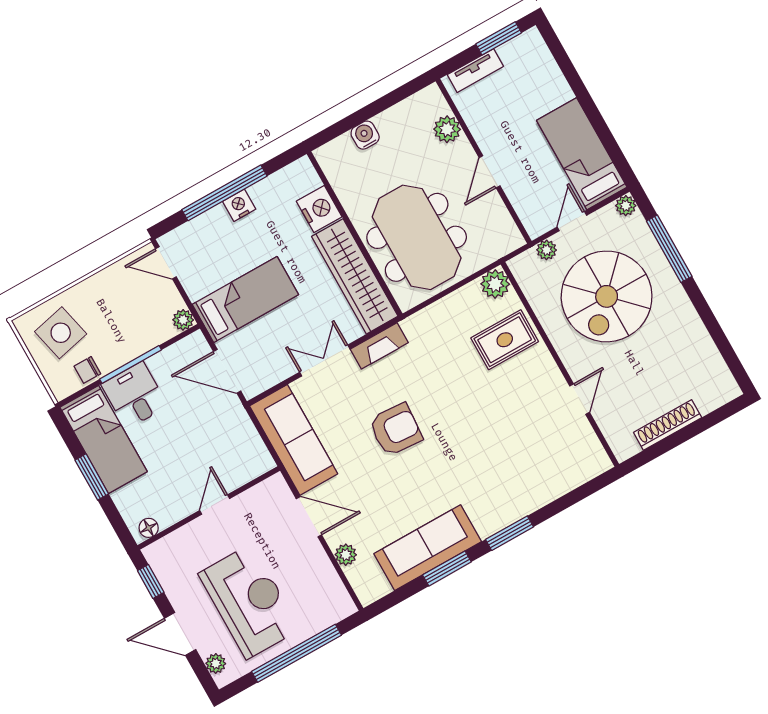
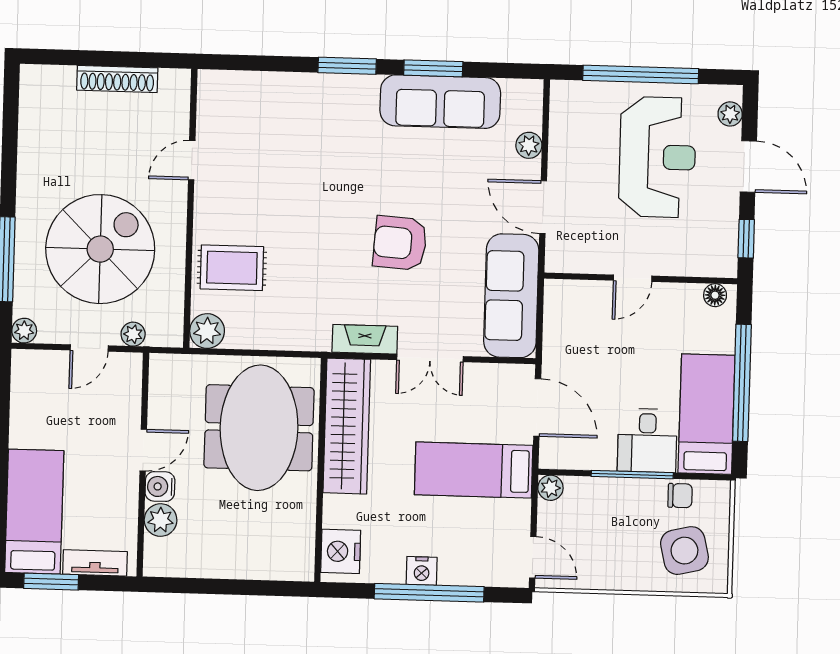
water cooler: (365, 135) -> (160, 487), moved, turned 90
bed: (582, 154) -> (34, 512), moved, turned 180
nightstand: (319, 209) -> (341, 551), moved
window: (92, 477) -> (742, 383), width x2.11
reception desk: (249, 602) -> (657, 157), turned 180

